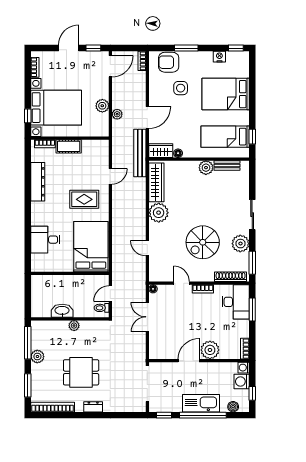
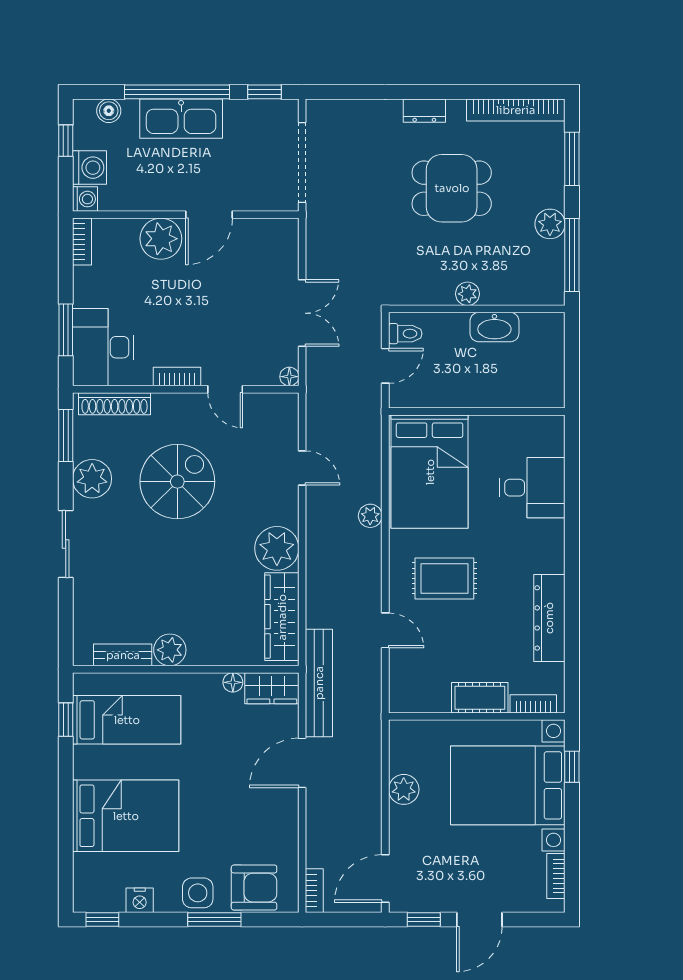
side table: (181, 88) -> (198, 893), moved
plant: (117, 114) -> (370, 516), moved
door: (110, 176) -> (385, 630), swing flipped

